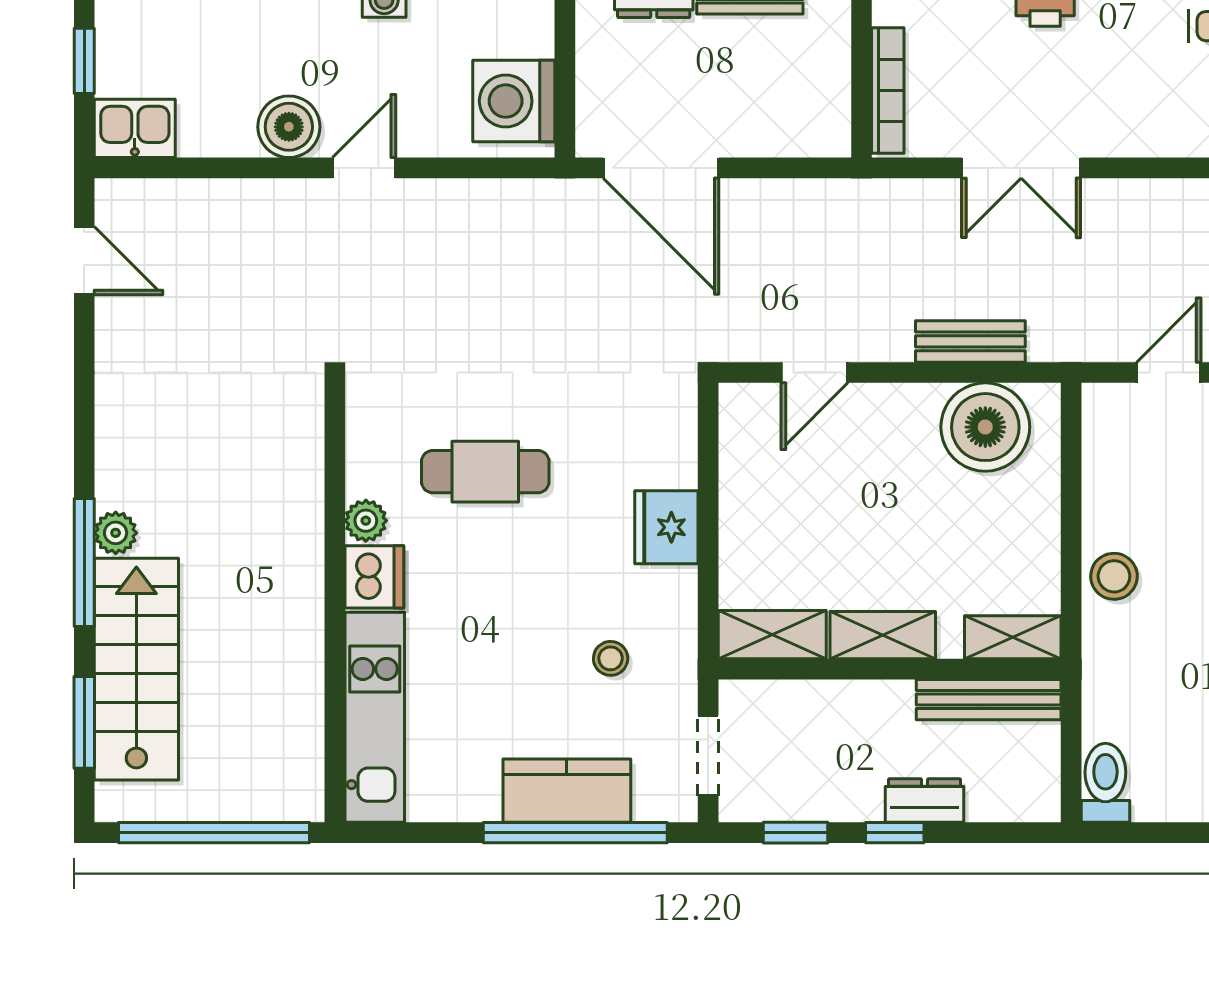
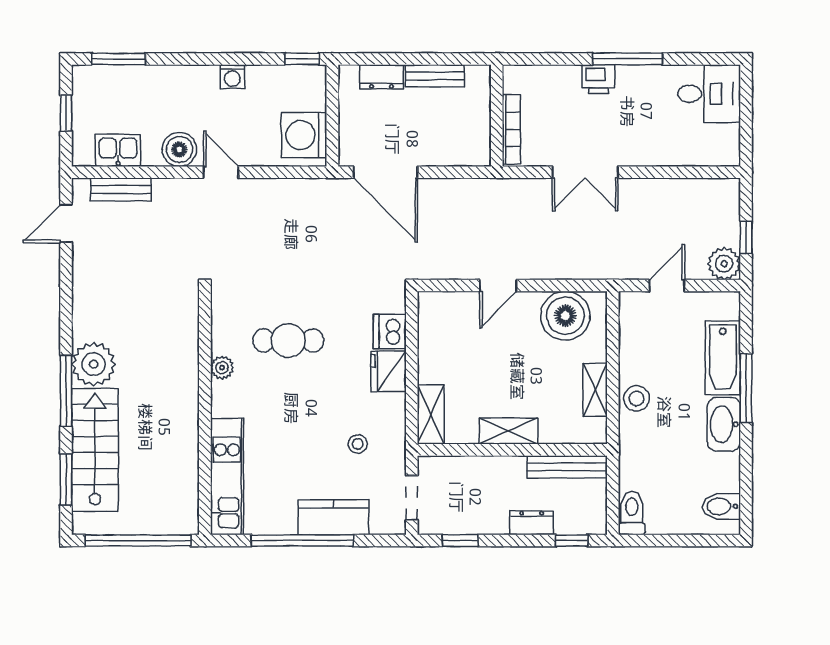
kitchen sink: (135, 128) -> (118, 150), moved
door: (364, 168) -> (221, 172), hinge flipped
door: (84, 261) -> (66, 224), swing flipped
bench: (970, 341) -> (121, 189), moved
door: (814, 372) -> (498, 286), moved
plant: (116, 533) -> (94, 364), width x1.88, depth x1.88
dishwasher: (374, 577) -> (390, 331), moved, turned 180
shelving: (772, 635) -> (431, 414), moved, turned 90
shelving: (1013, 637) -> (595, 390), moved, turned 90
window: (575, 833) -> (302, 541), moved
window: (895, 833) -> (572, 541), moved

